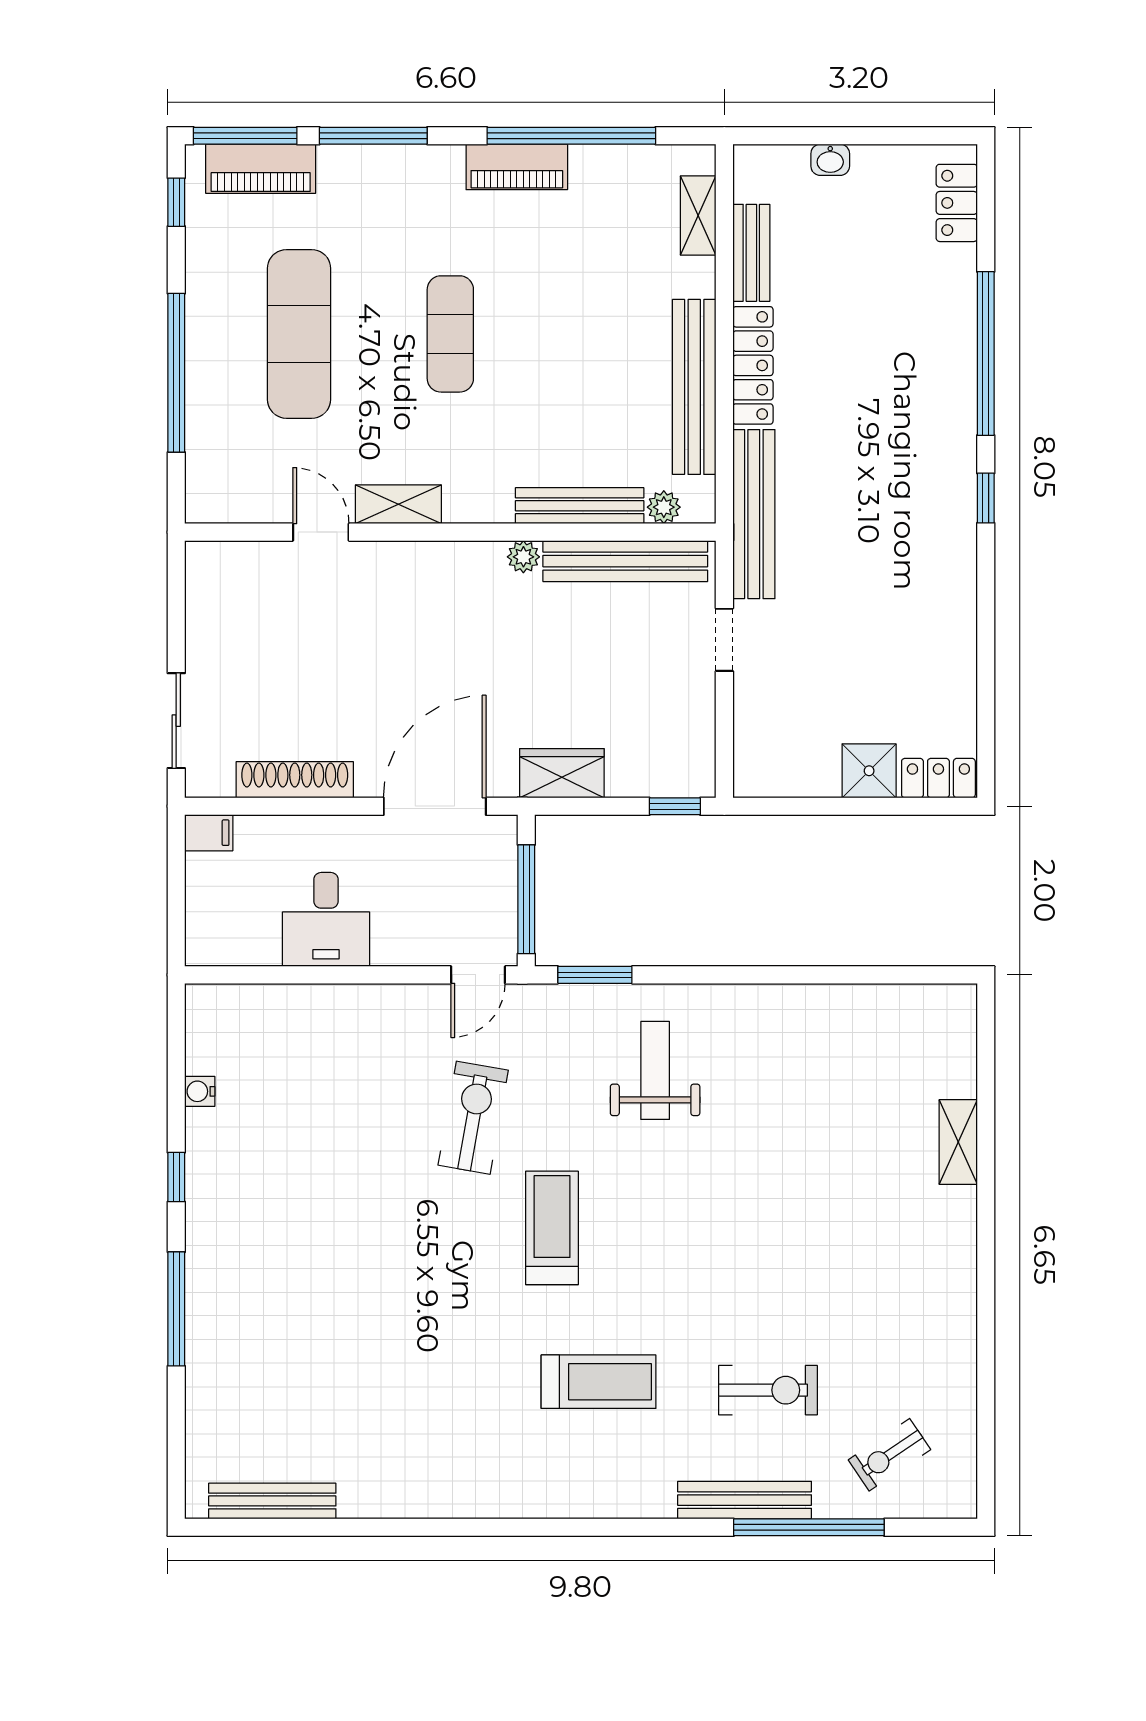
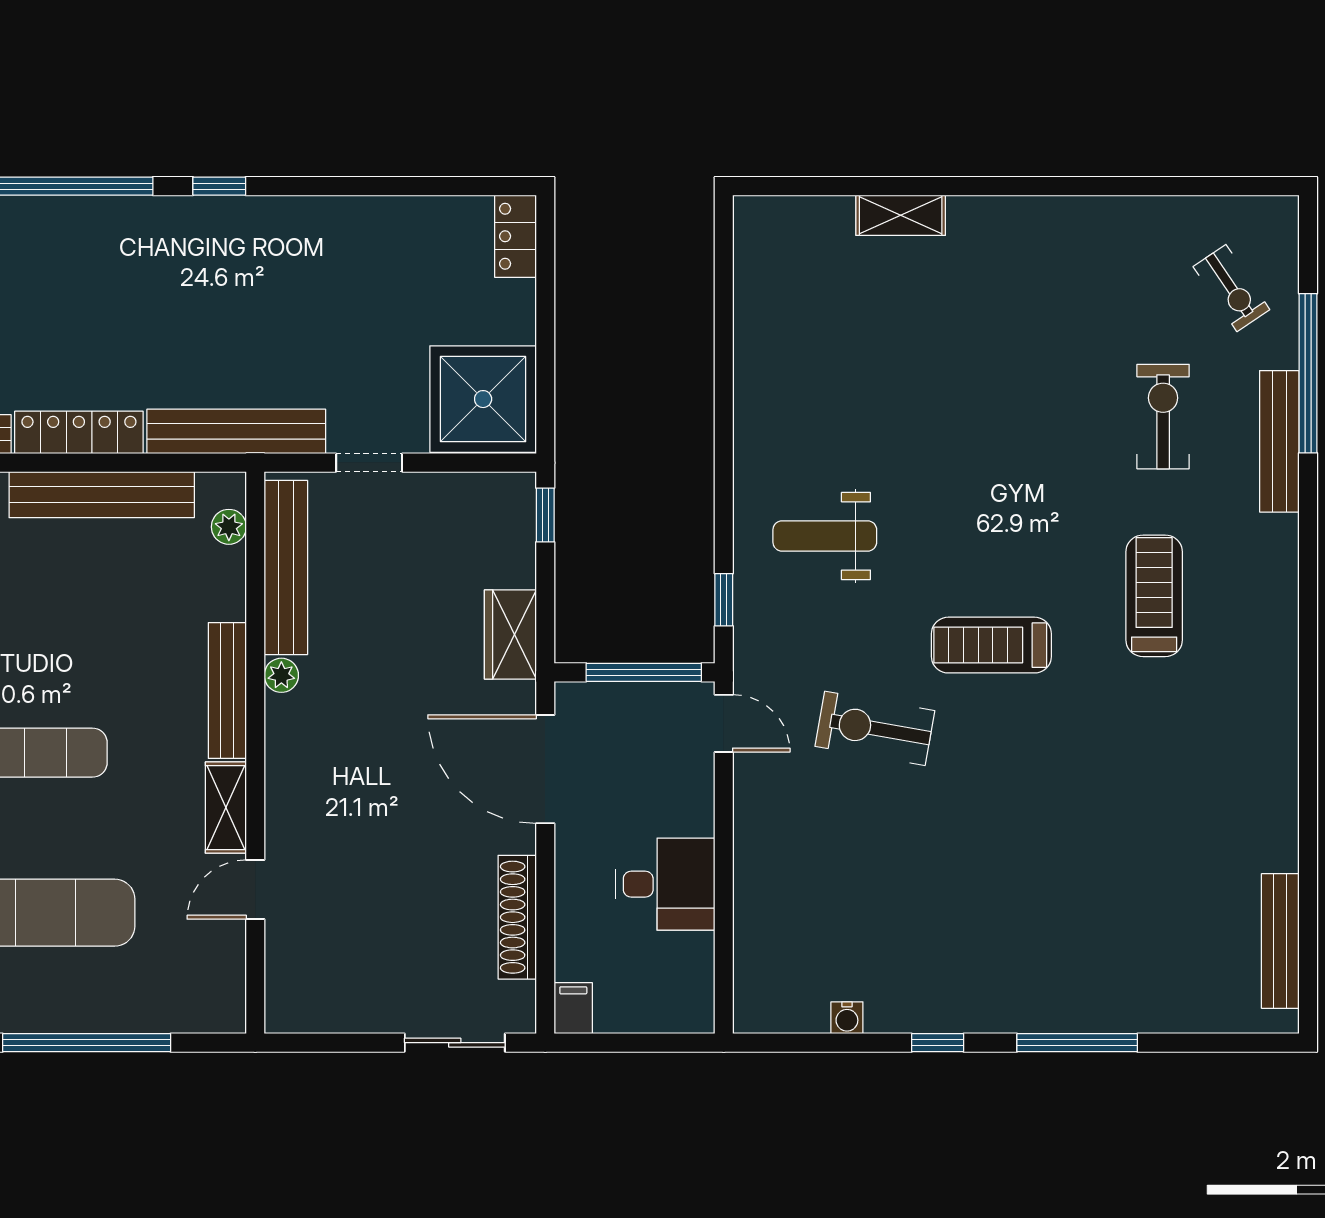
bench: (580, 506) -> (227, 690), moved
shower: (869, 771) -> (483, 399), moved, width x1.86, depth x1.86
window: (595, 975) -> (724, 600), width x0.67

